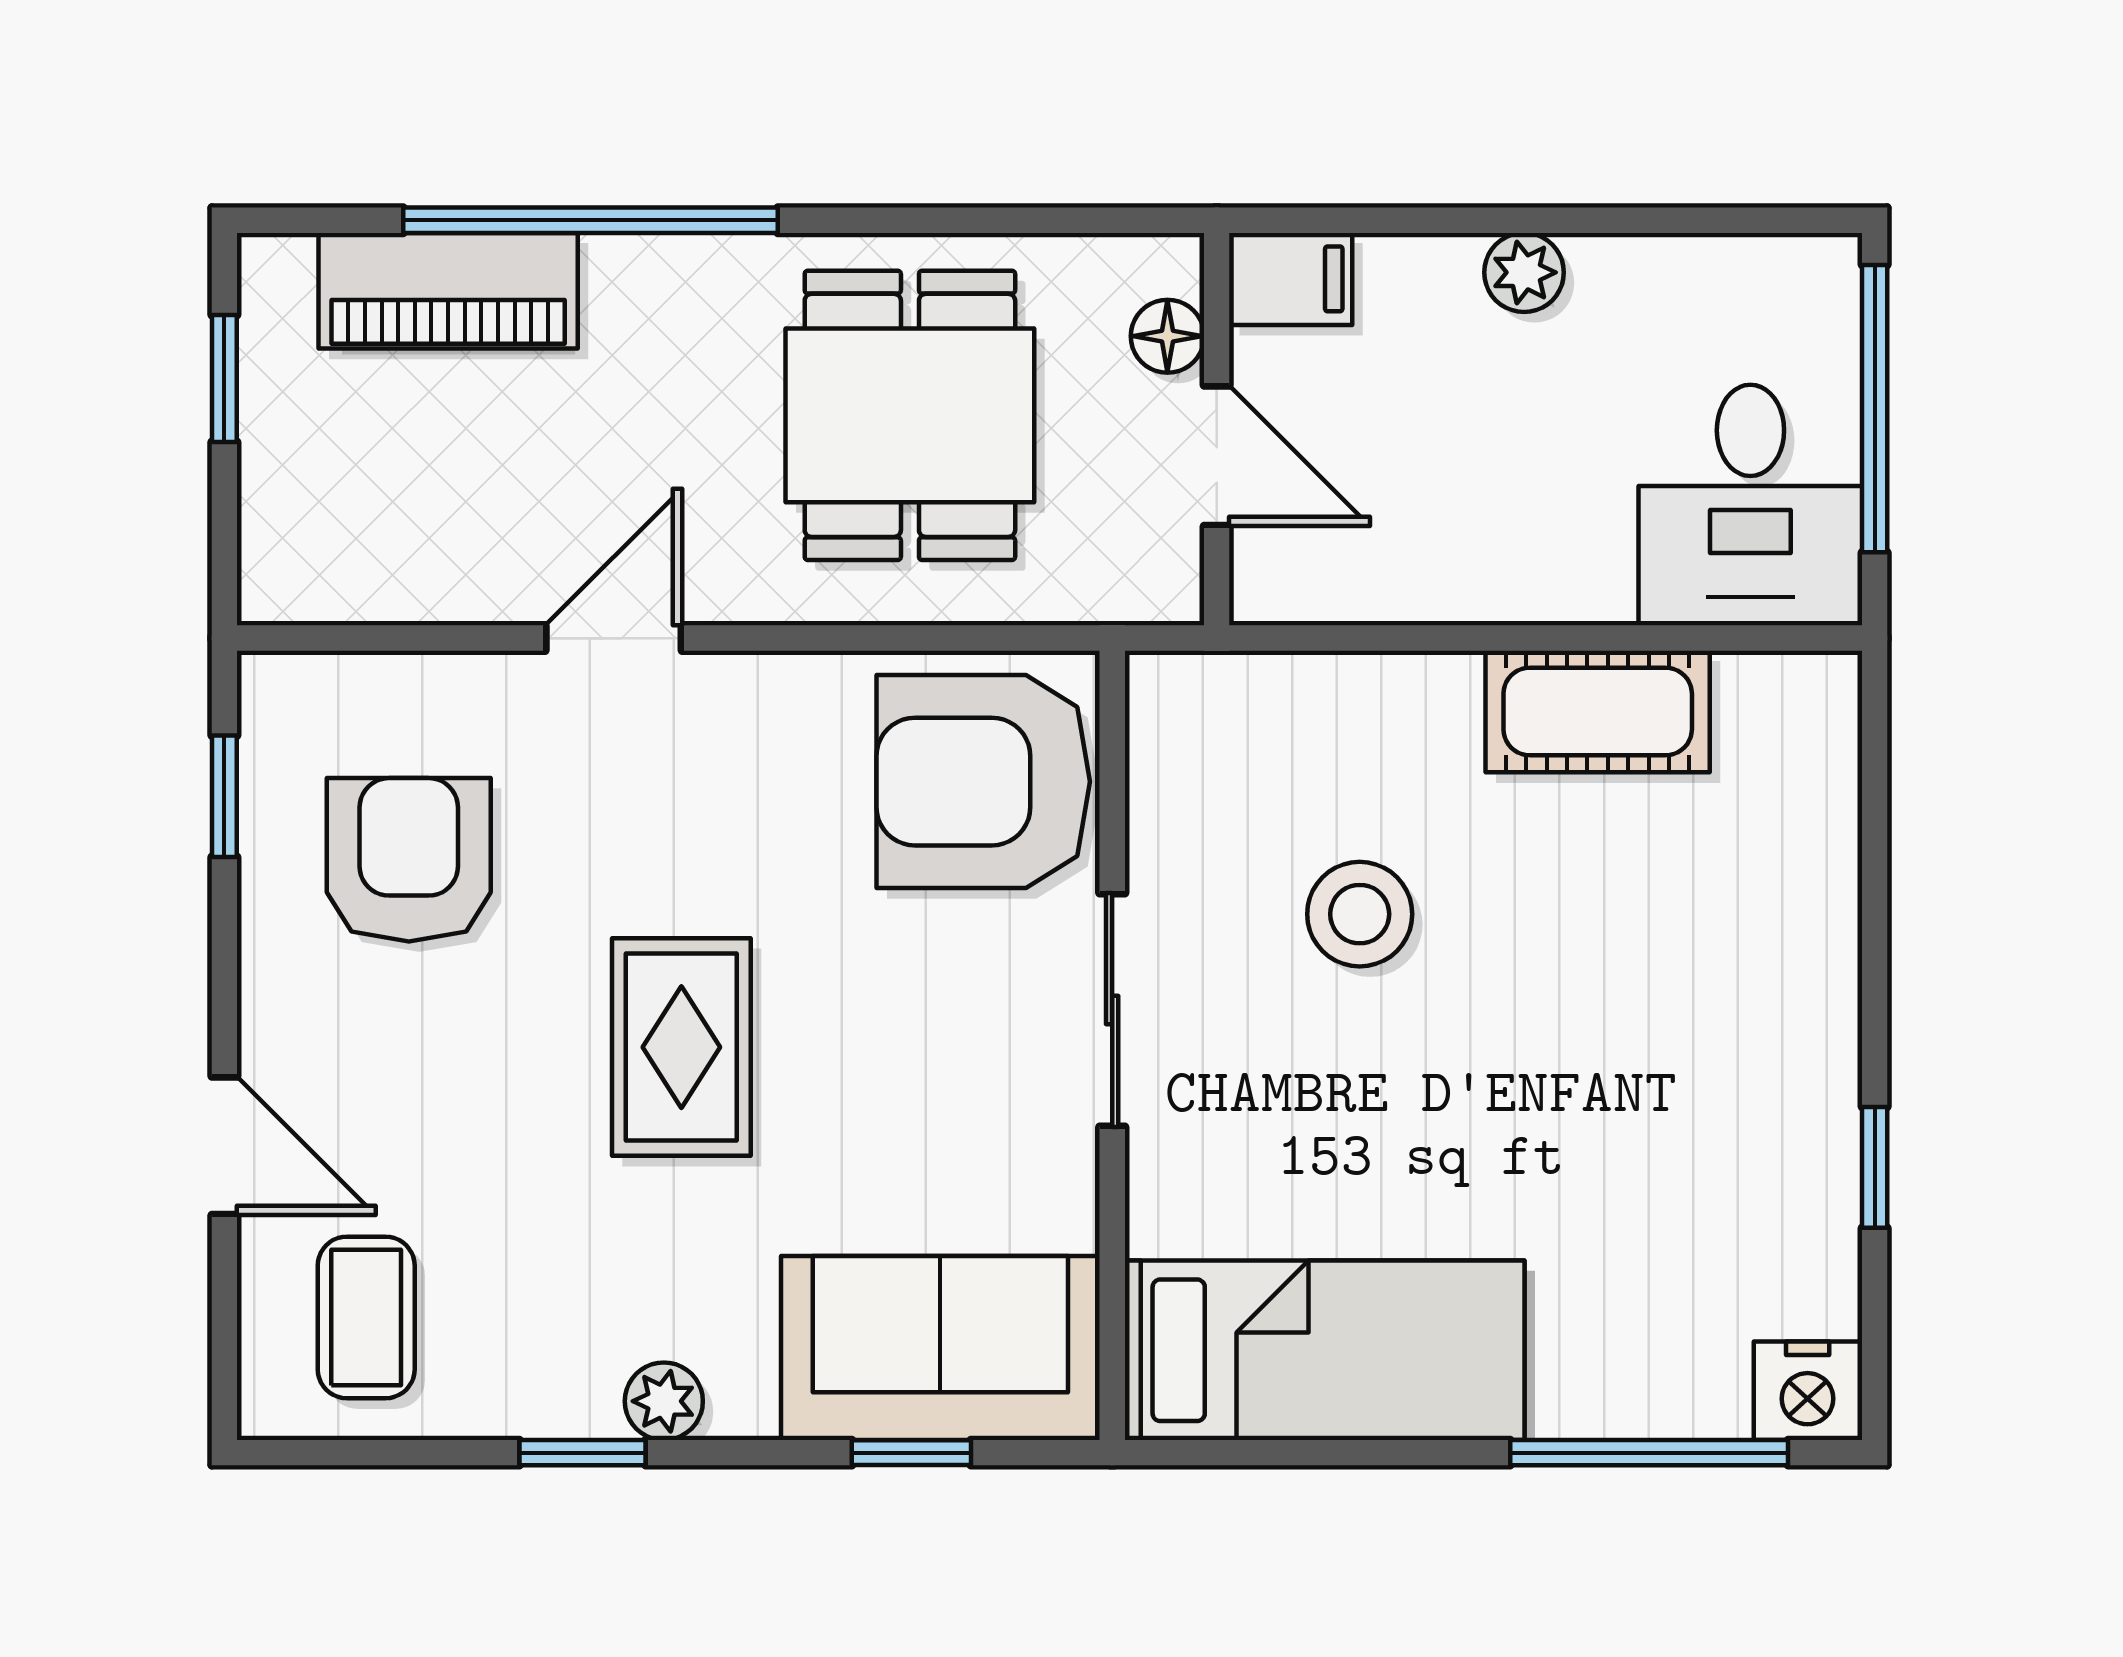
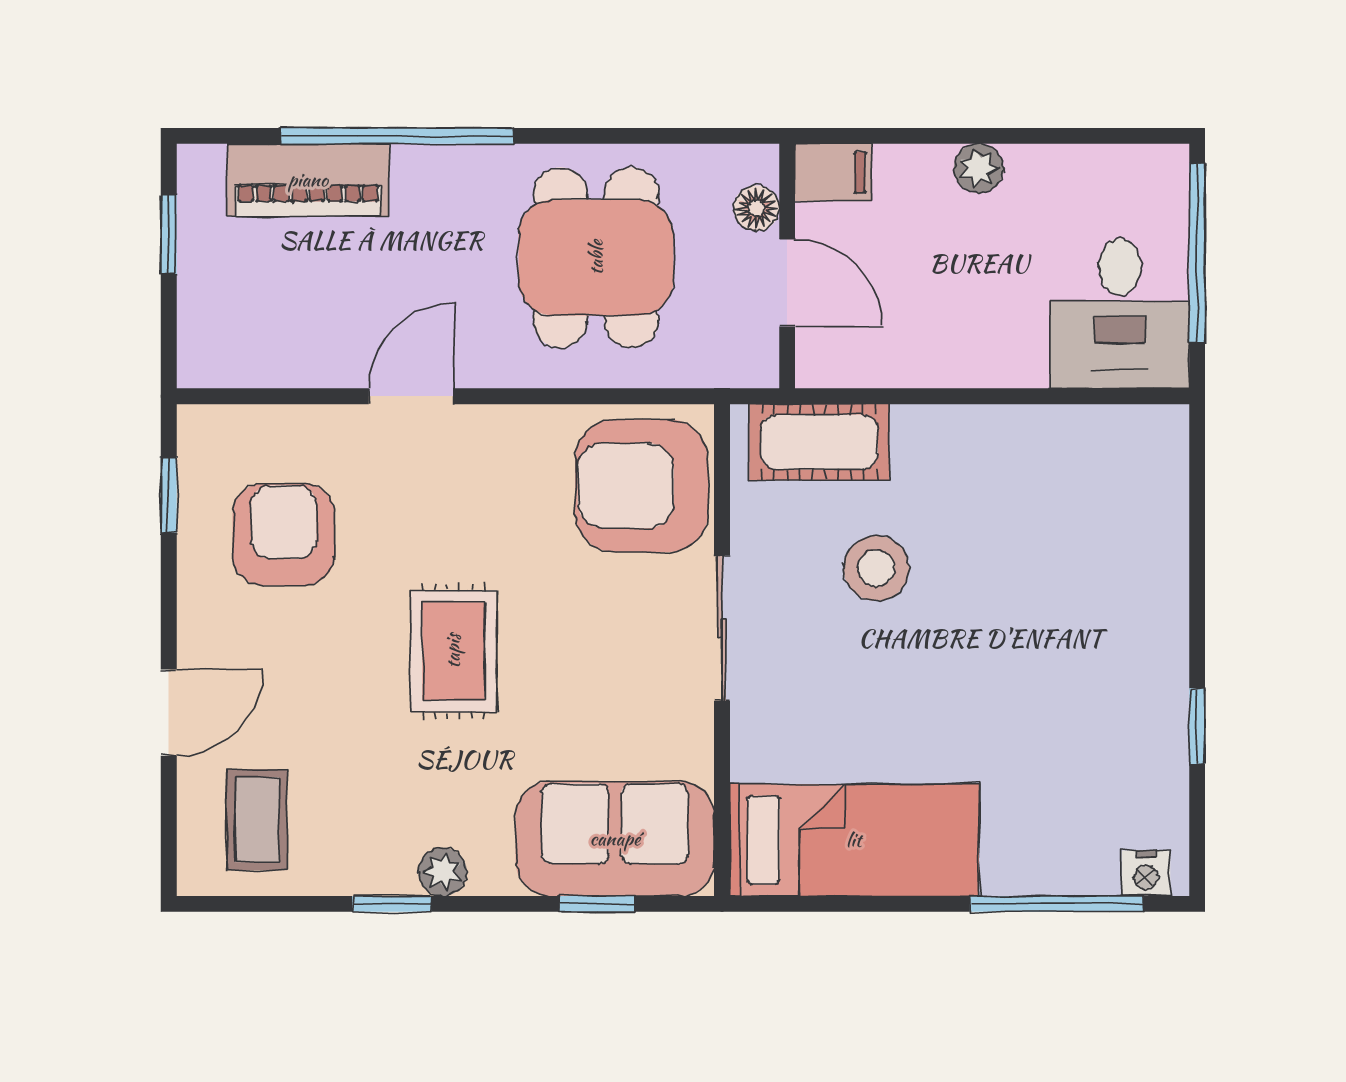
cot: (1598, 711) -> (819, 442), moved
door: (224, 1146) -> (169, 713), hinge flipped
nightstand: (1808, 1391) -> (1146, 873), width x0.72, depth x0.74

